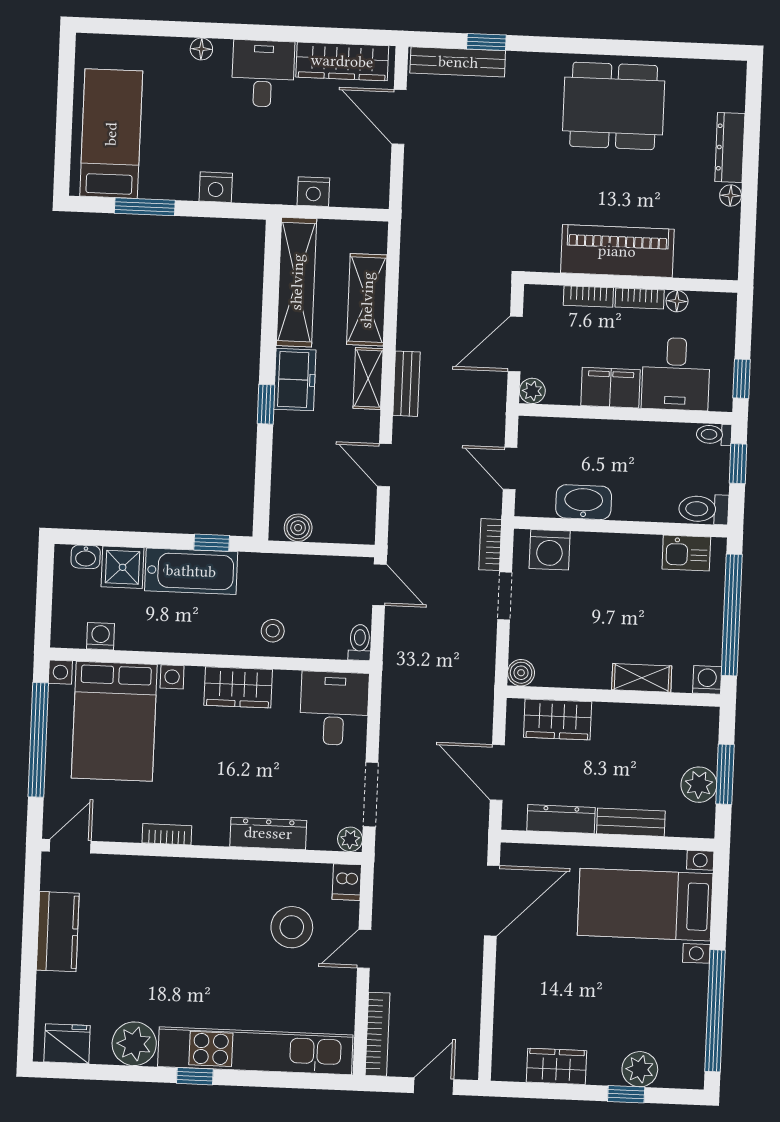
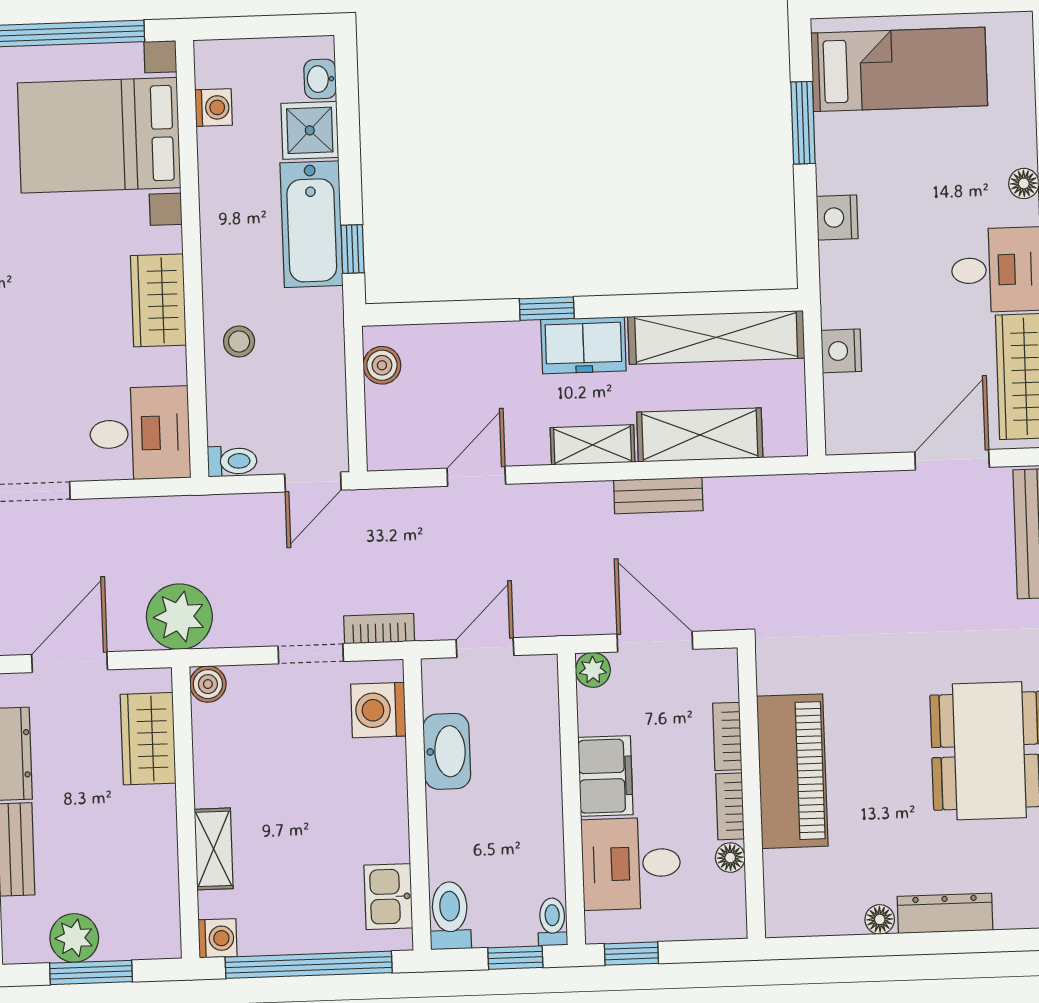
bench: (406, 384) -> (658, 495), moved
plant: (470, 690) -> (179, 617), added

